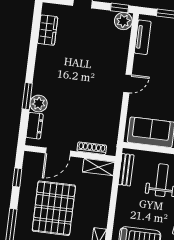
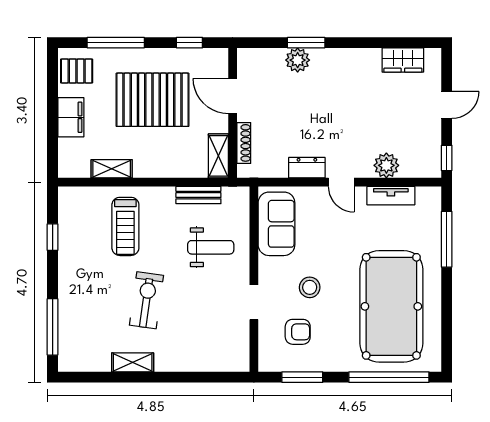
plant: (123, 21) -> (386, 165), moved
tv unit: (143, 37) -> (391, 196), moved
dresser: (35, 126) -> (307, 168), moved, turned 180
bench: (126, 170) -> (198, 195), moved

